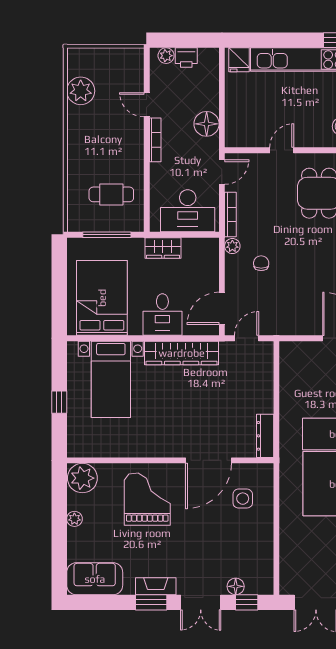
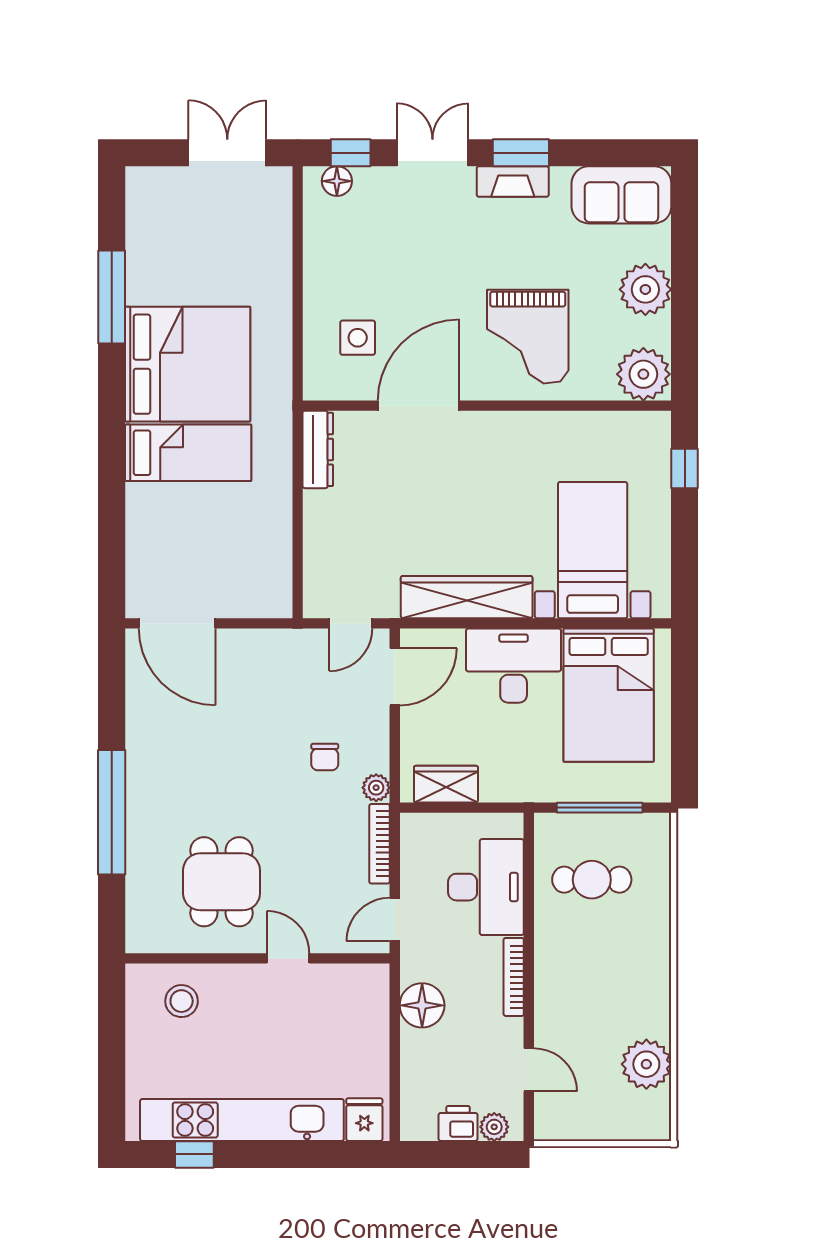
door: (147, 105) -> (529, 1070), moved
door: (282, 150) -> (288, 958), swing flipped
desk: (188, 211) -> (486, 887), moved, turned 90
wardrobe: (163, 248) -> (446, 784), moved
desk: (162, 315) -> (514, 666), width x1.37
window: (59, 402) -> (685, 469), moved
plant: (74, 519) -> (645, 289), width x1.87, depth x1.87
floor lamp: (236, 586) -> (337, 181), moved

